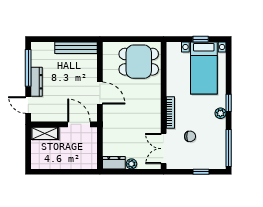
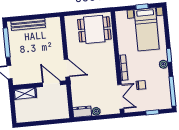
bench: (76, 48) -> (28, 24), moved
dresser: (37, 82) -> (14, 53), removed
door: (100, 93) -> (67, 68), moved
double door: (164, 149) -> (121, 97), swing flipped

